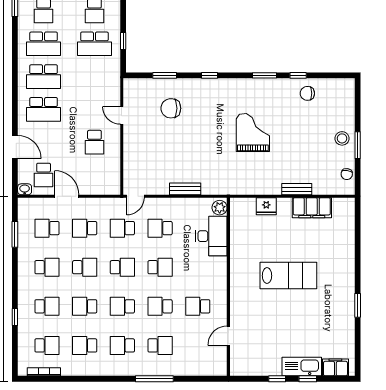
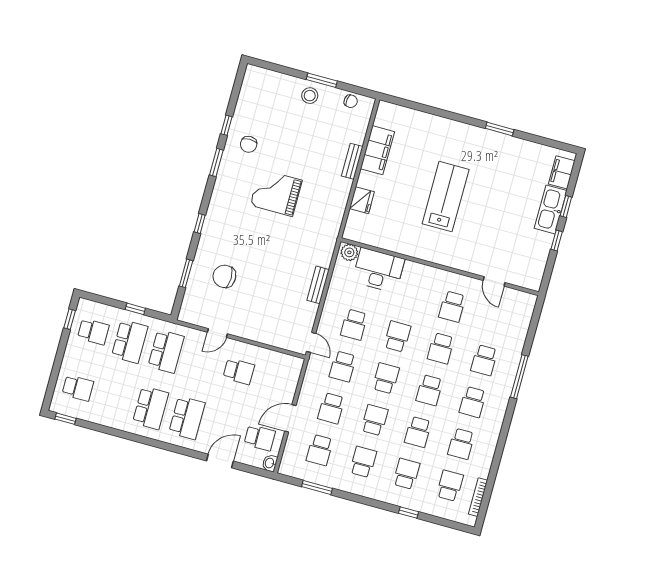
school desk: (44, 44) -> (166, 351), moved
chair: (307, 93) -> (249, 144), moved
chair: (171, 108) -> (224, 276), turned 90
school desk: (160, 345) -> (484, 360), turned 180

